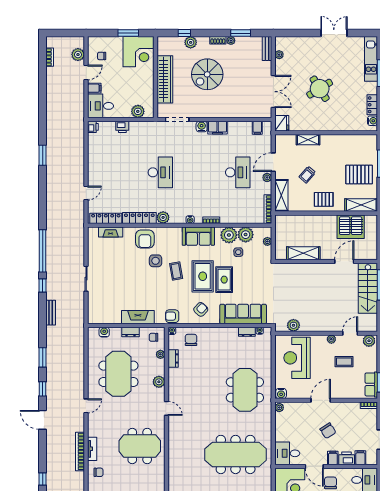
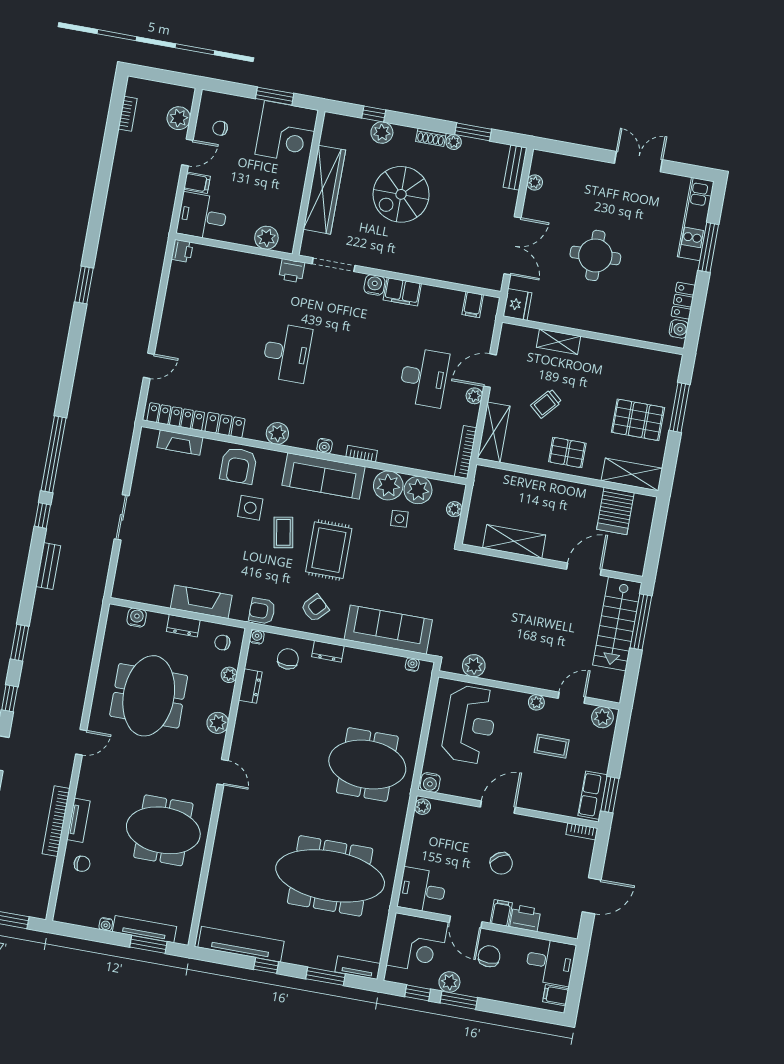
round table: (320, 89) -> (595, 255), turned 31
printer: (122, 127) -> (292, 271), moved
locker: (139, 218) -> (225, 425), width x0.66
server rack: (351, 227) -> (615, 511), width x0.63
sofa: (198, 236) -> (324, 476), width x1.36
rug: (224, 280) -> (366, 563), removed
dresser: (247, 332) -> (328, 651), moved
reception desk: (297, 358) -> (470, 724), turned 180
meeting table: (245, 390) -> (367, 765), turned 90
filing cabinet: (360, 458) -> (550, 921), removed

